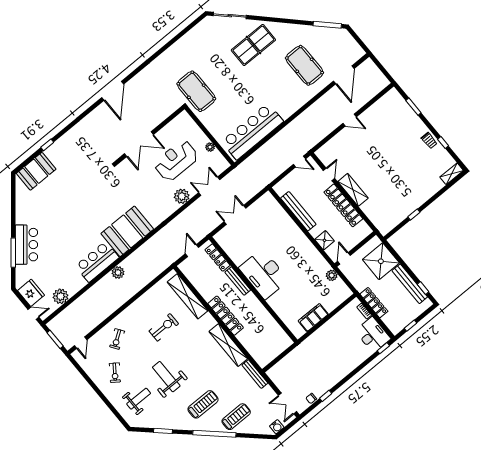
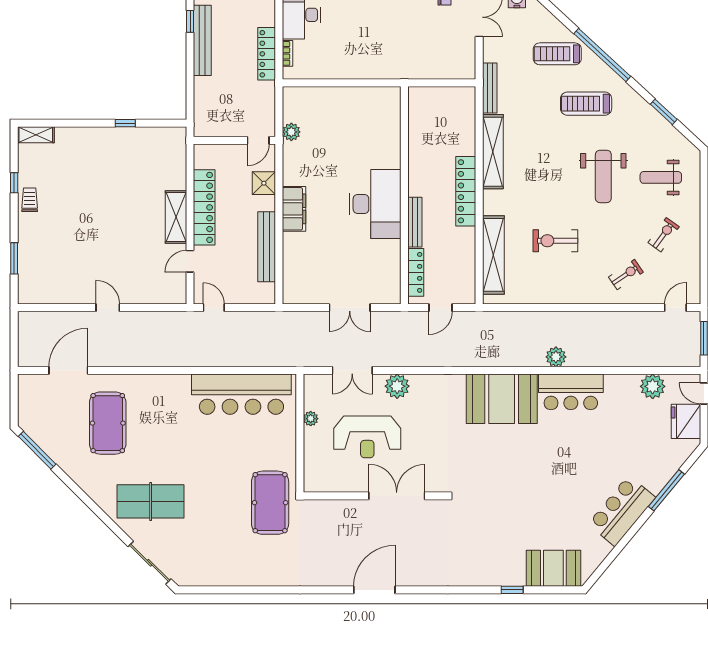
bar counter: (26, 245) -> (622, 511), moved
shower: (381, 261) -> (215, 99), removed
filing cabinet: (313, 318) -> (294, 209), moved, turned -90

